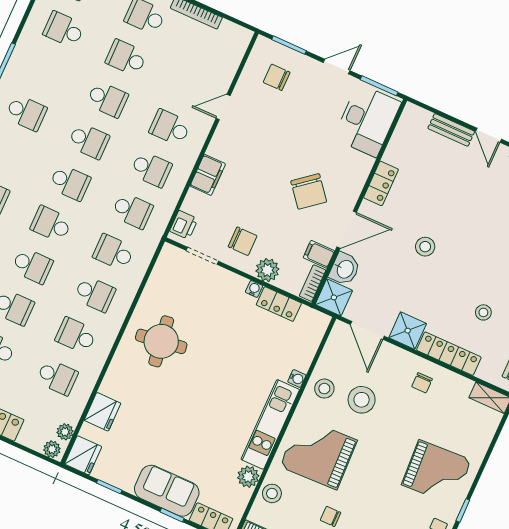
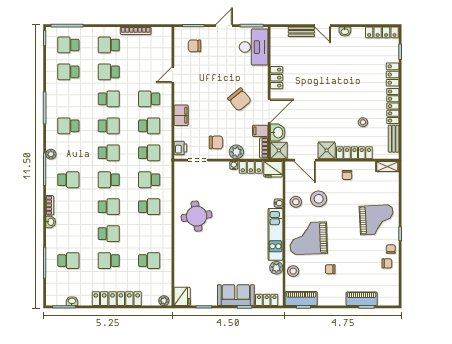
school desk: (26, 113) -> (68, 126), turned 180
stool: (425, 247) -> (316, 101), removed
school desk: (76, 335) -> (149, 234), removed
fridge: (102, 412) -> (273, 169), moved, turned 90
plant: (65, 432) -> (167, 288), removed

